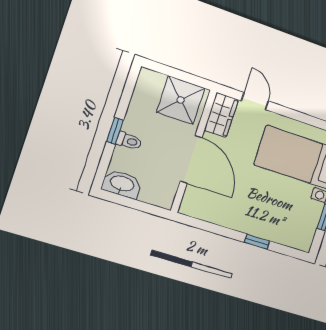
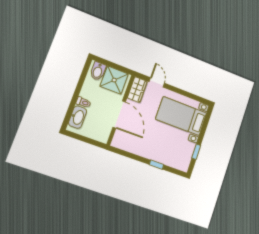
bidet: (152, 86) -> (98, 71), added
window: (115, 131) -> (76, 96), removed
washbasin: (122, 184) -> (78, 117), moved, turned 90

